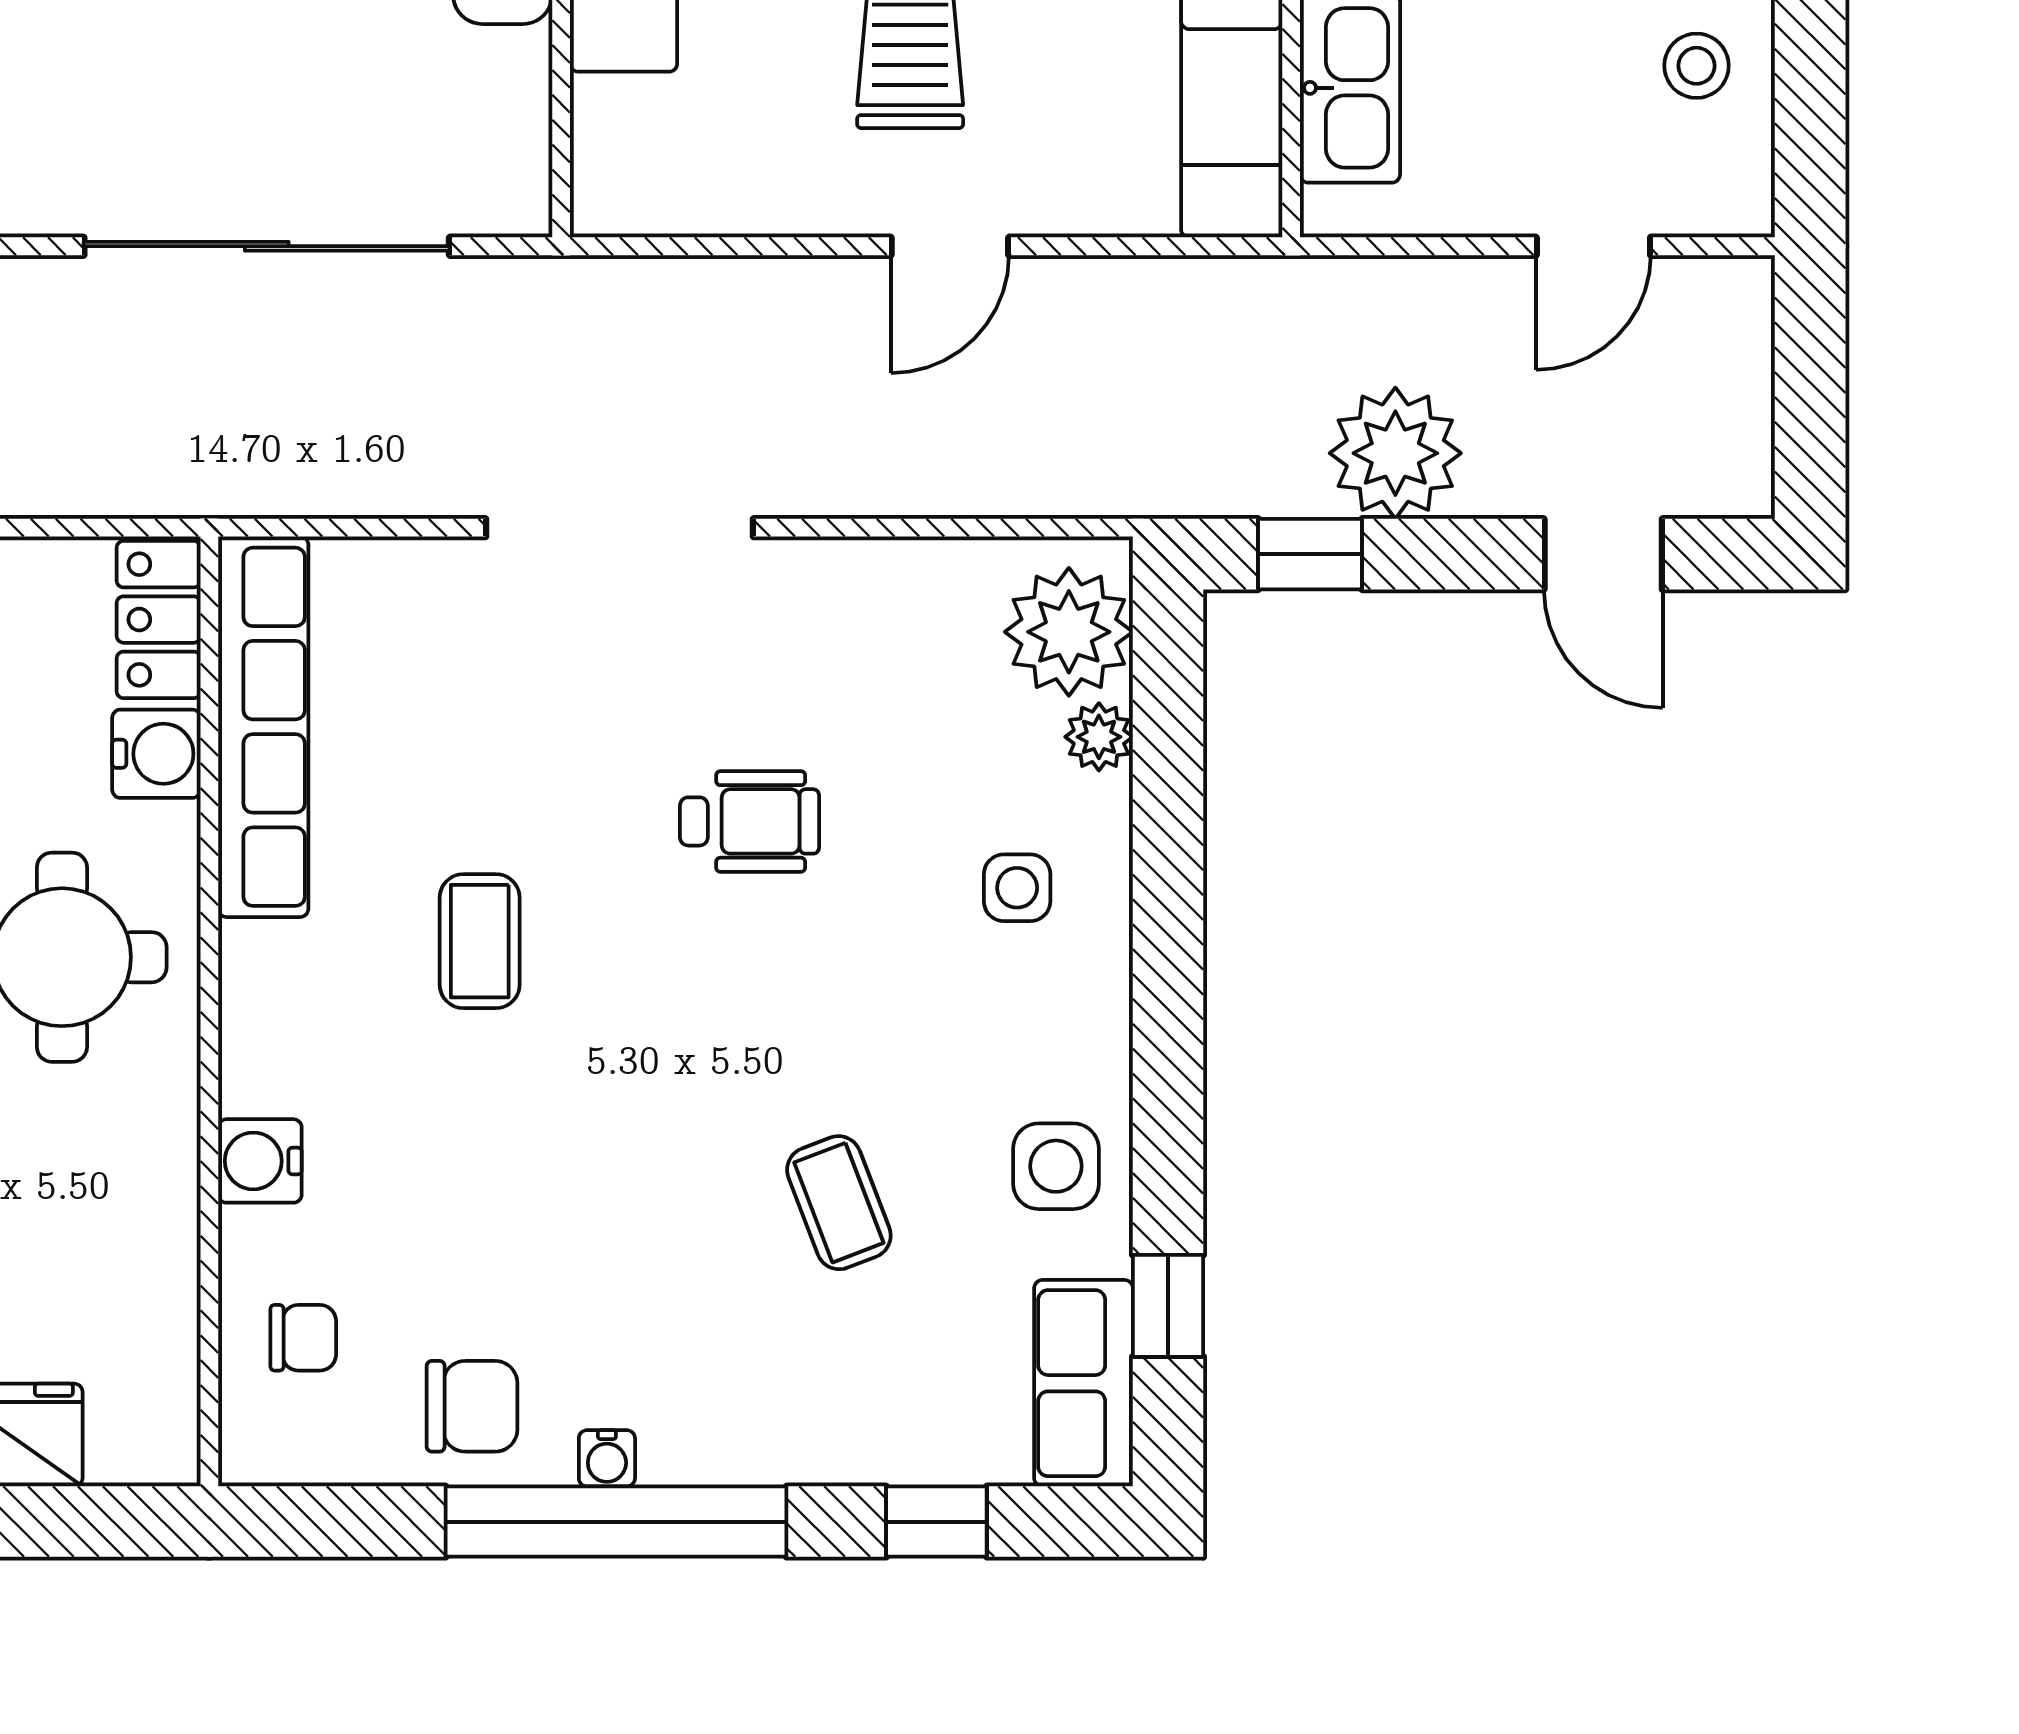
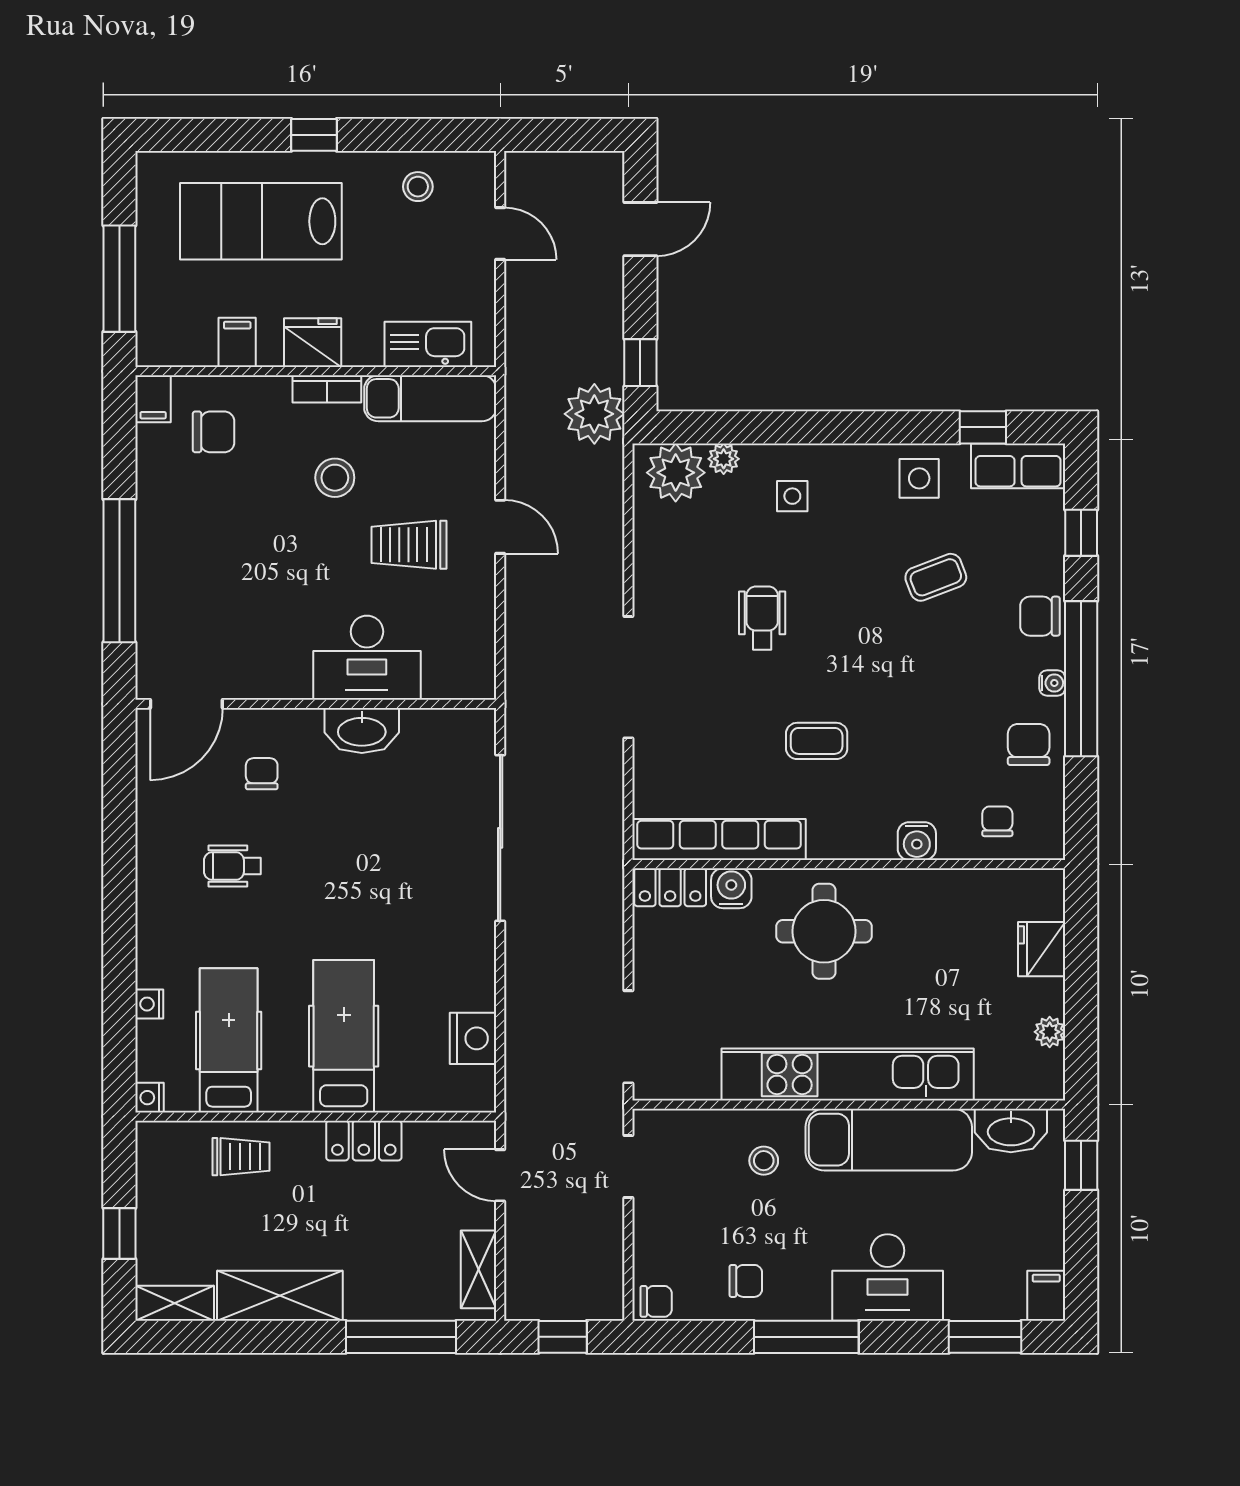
plant: (1395, 453) -> (594, 414), moved
chair: (754, 1431) -> (1040, 616), added

